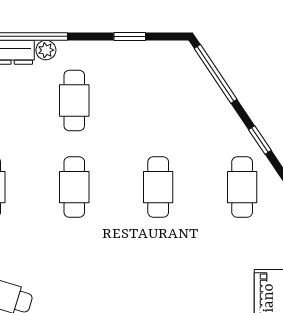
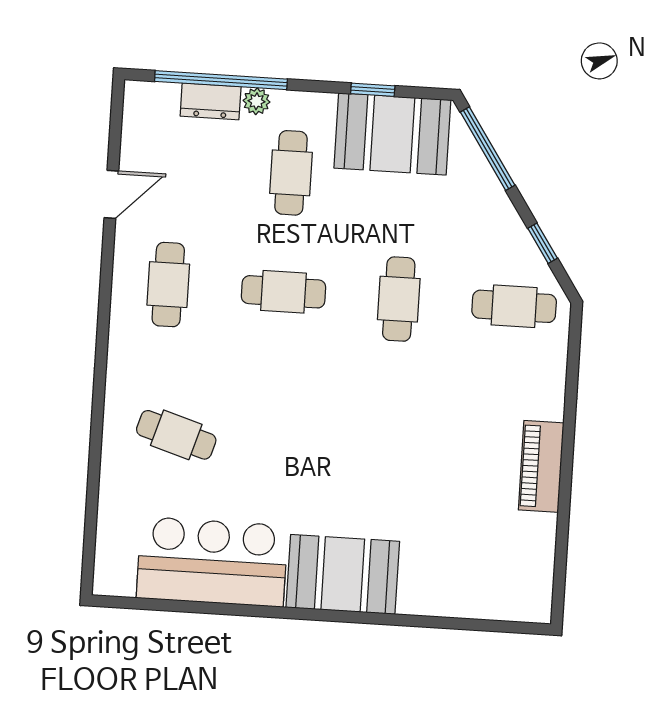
booth: (146, 68) -> (392, 134), added
cafe table: (74, 187) -> (284, 292), turned 90
cafe table: (242, 187) -> (514, 306), turned 90

